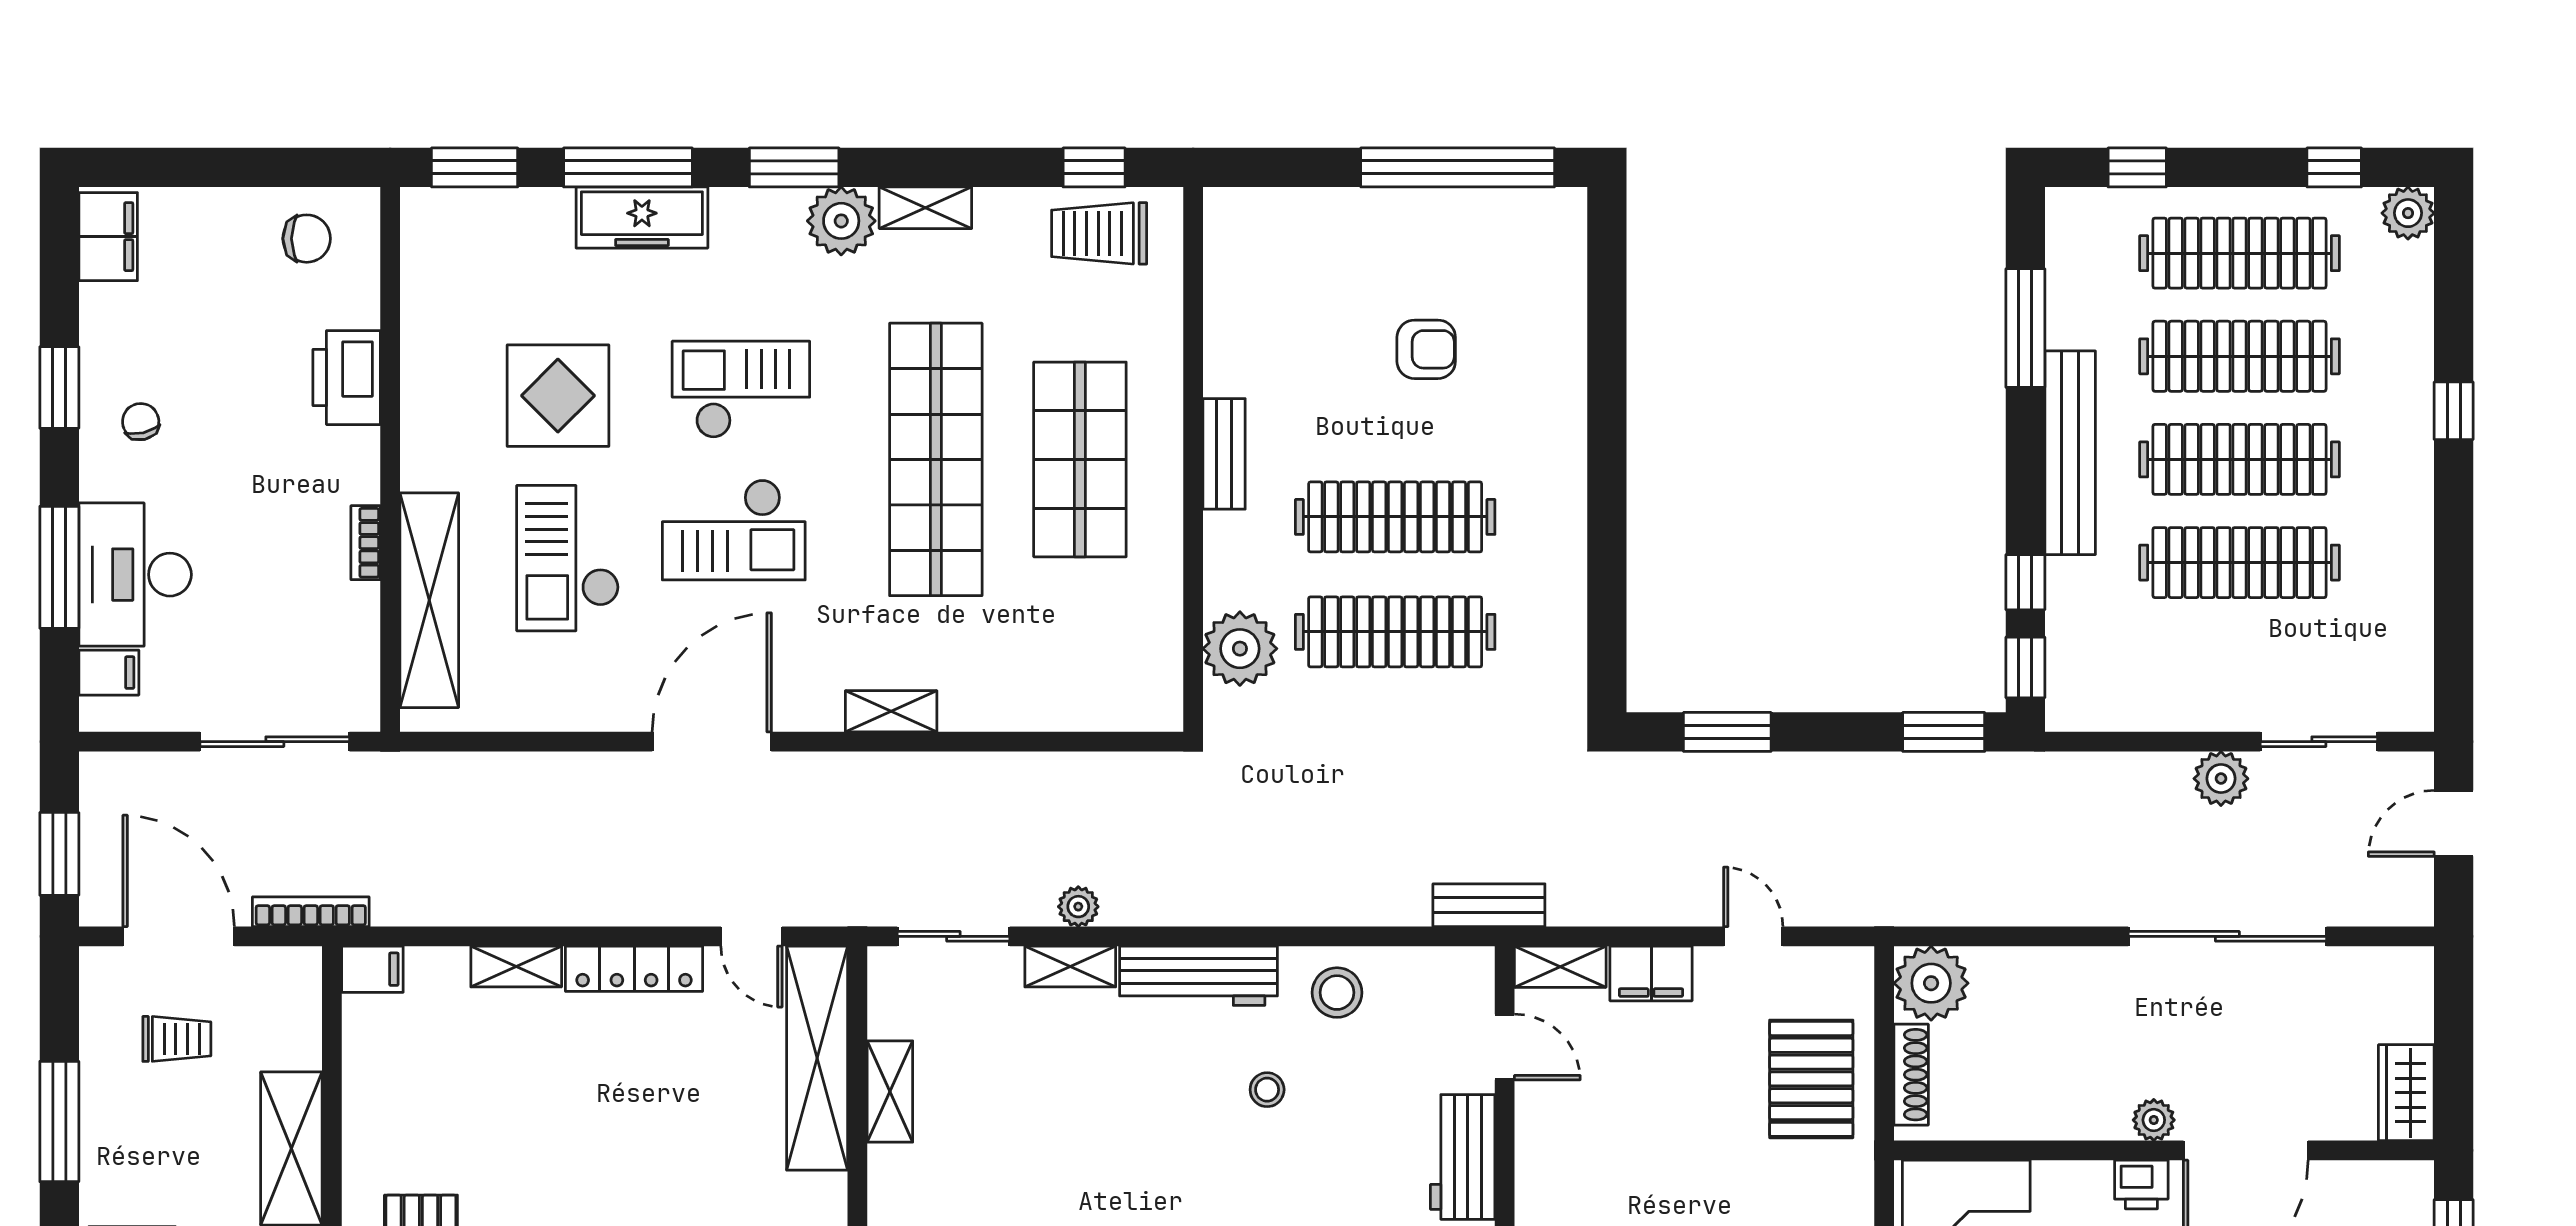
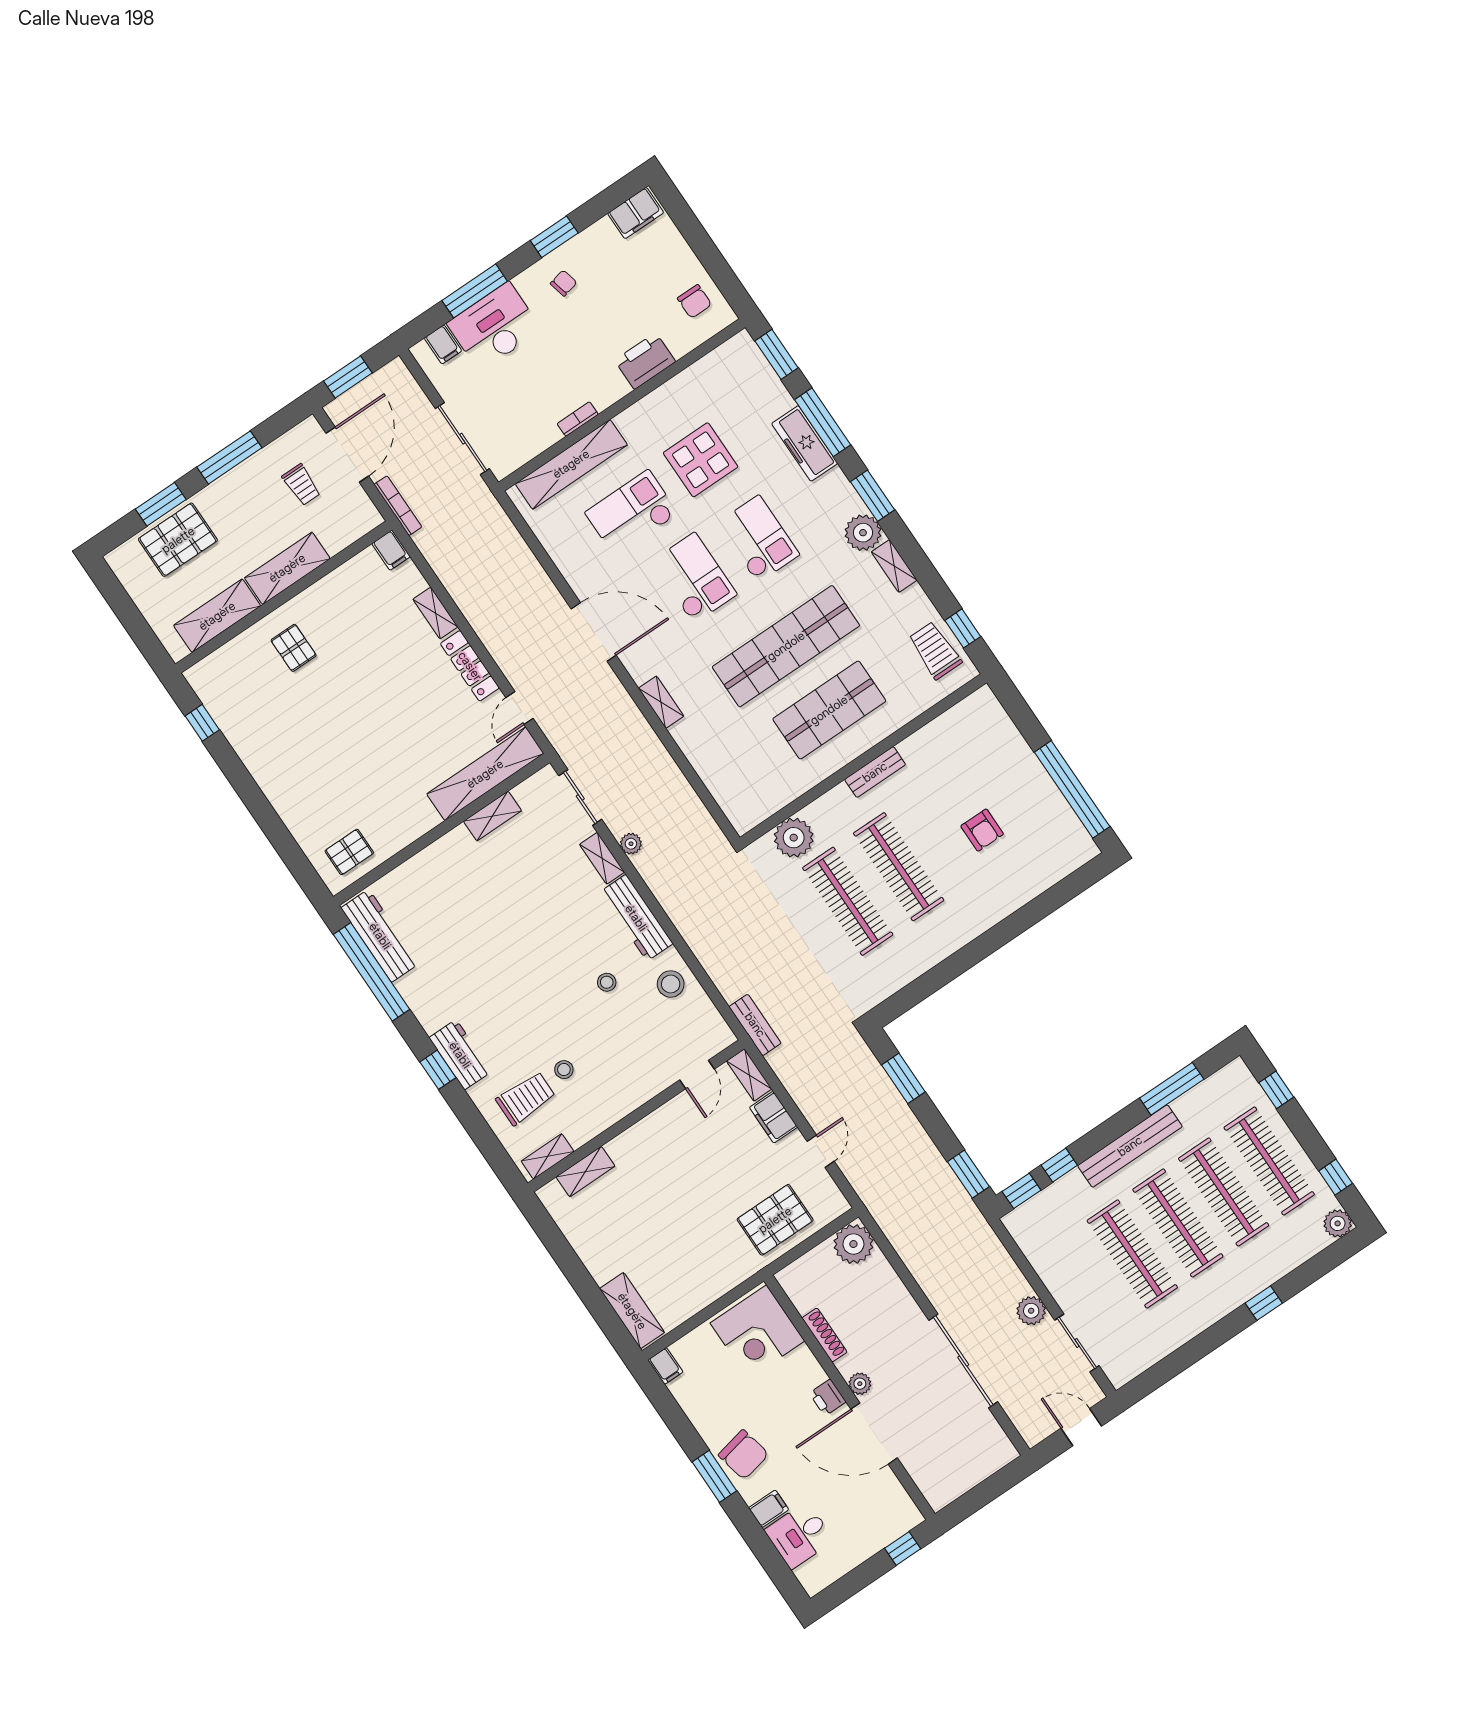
checkout: (734, 530) -> (694, 578), turned 180
shoe rack: (1911, 1075) -> (824, 1335), moved, turned -90
wardrobe: (2406, 1093) -> (948, 1487), removed
workbench: (1463, 1157) -> (636, 1089), removed

